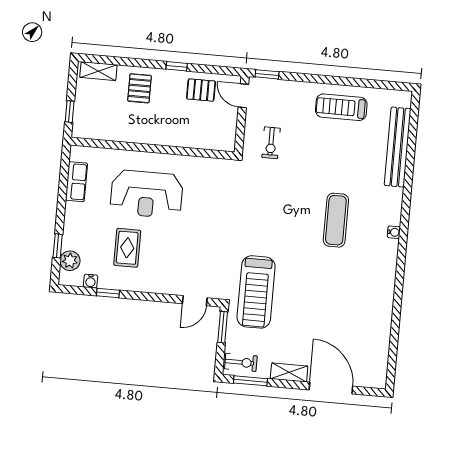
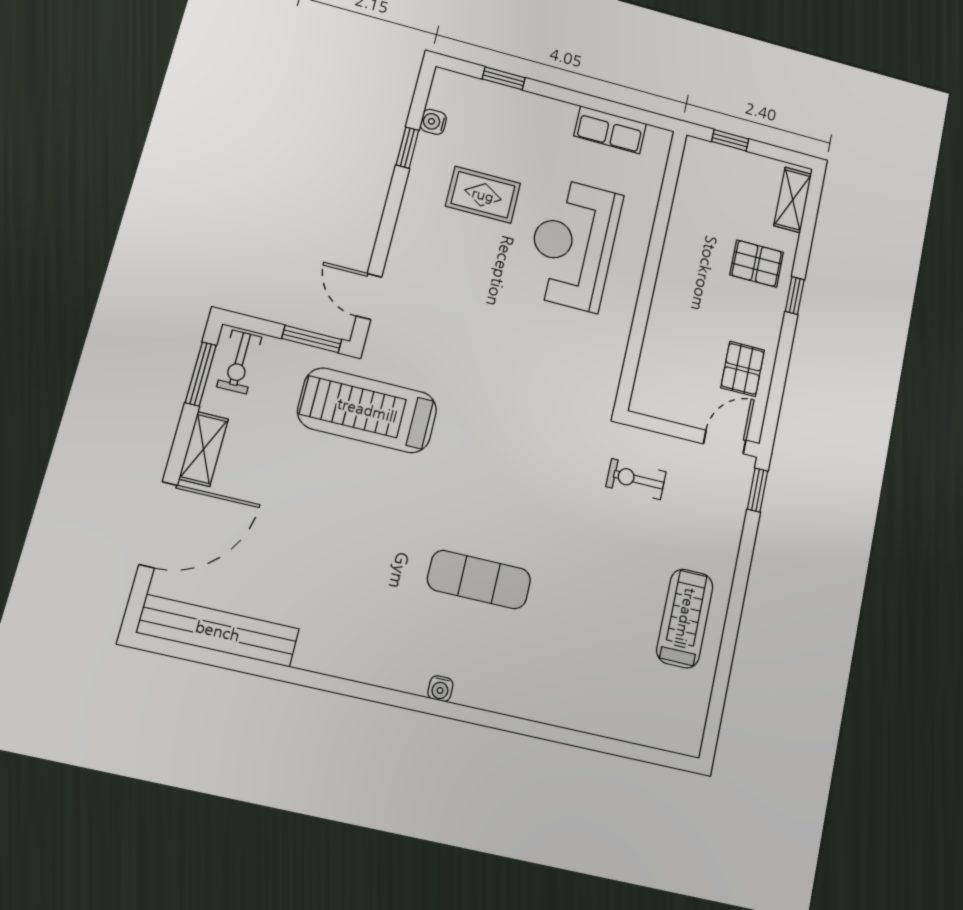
window: (177, 66) -> (795, 295), moved
bench: (398, 147) -> (218, 631), moved
plant: (70, 261) -> (475, 94), removed

